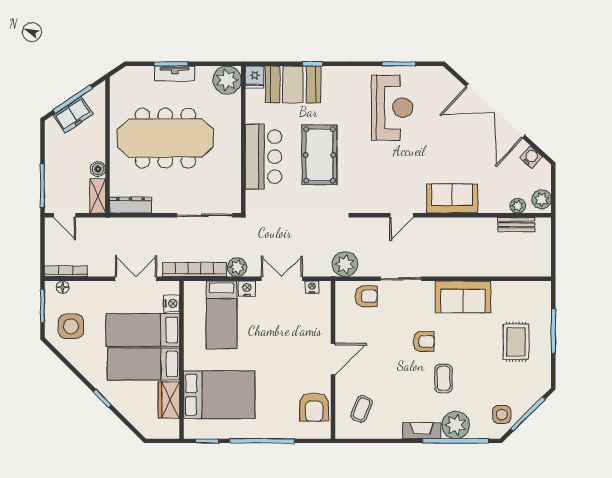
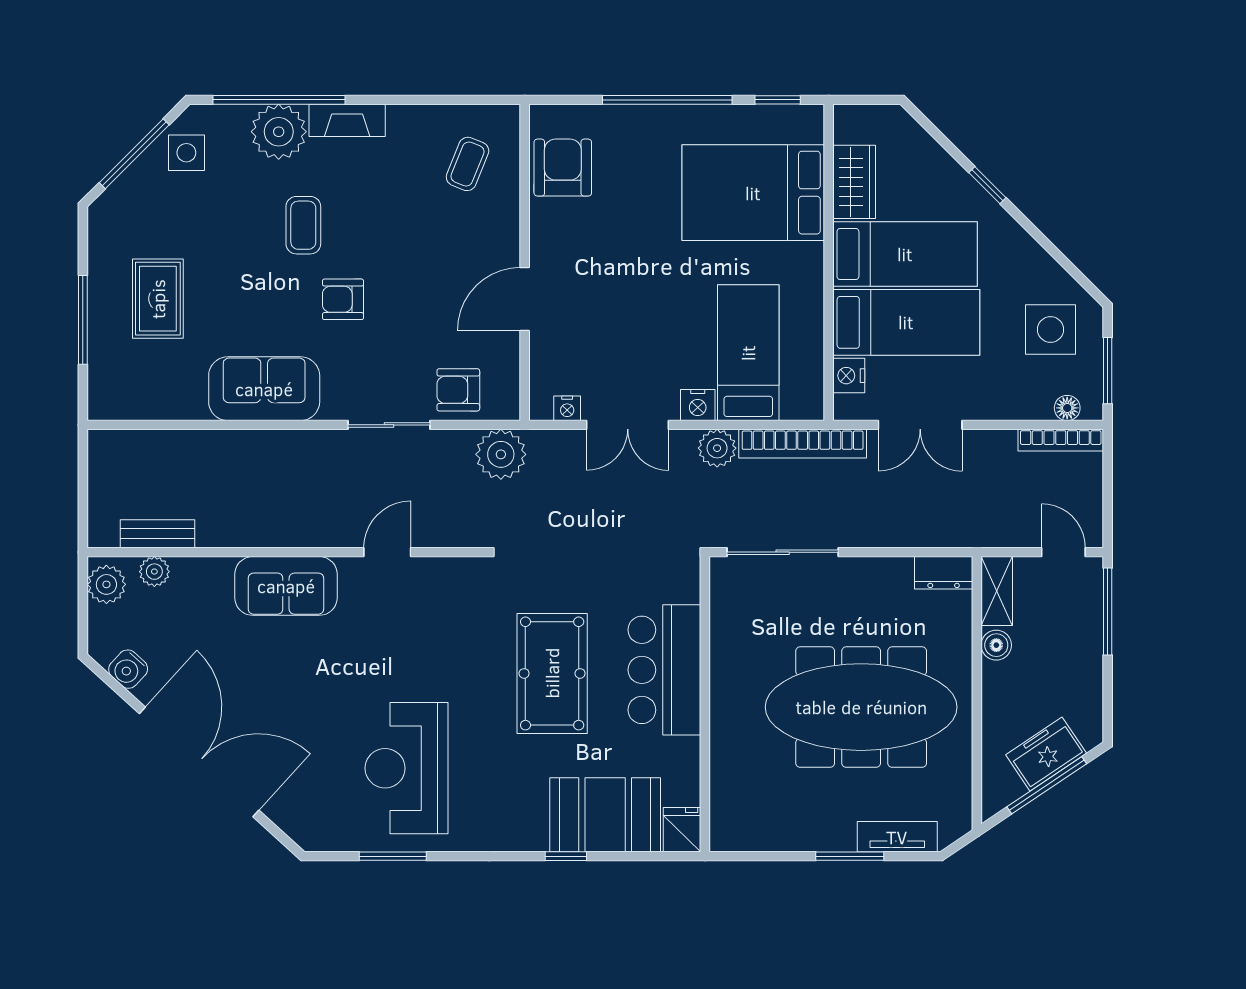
tv unit: (175, 74) -> (897, 837), moved
plant: (227, 80) -> (737, 824), removed
dresser: (131, 205) -> (944, 573), width x0.70
door: (333, 359) -> (525, 299), moved

